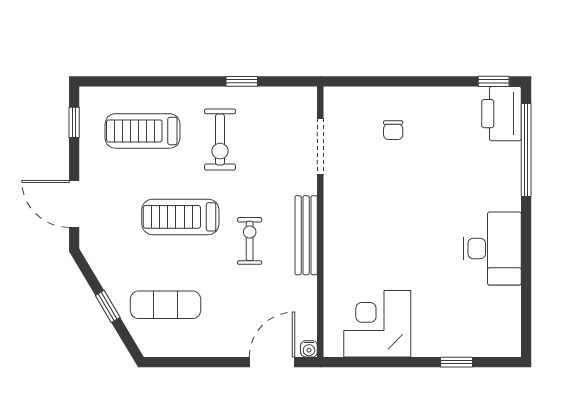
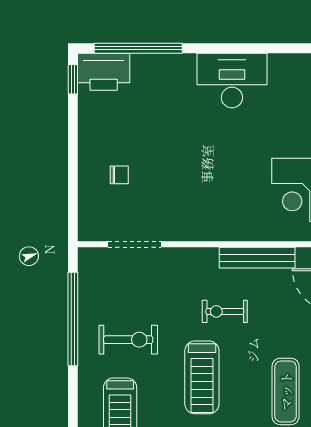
window: (242, 81) -> (73, 319), width x3.17
bench: (306, 235) -> (257, 258), moved

